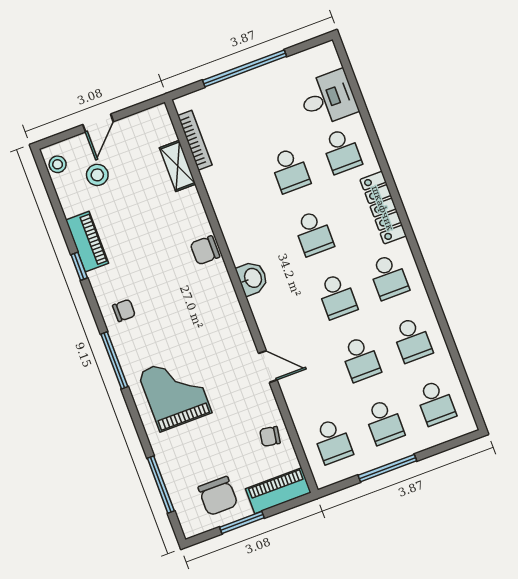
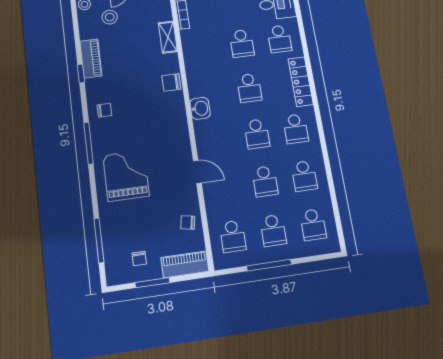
shelving: (178, 166) -> (168, 37), moved
chair: (218, 496) -> (139, 258), width x0.54, depth x0.54

